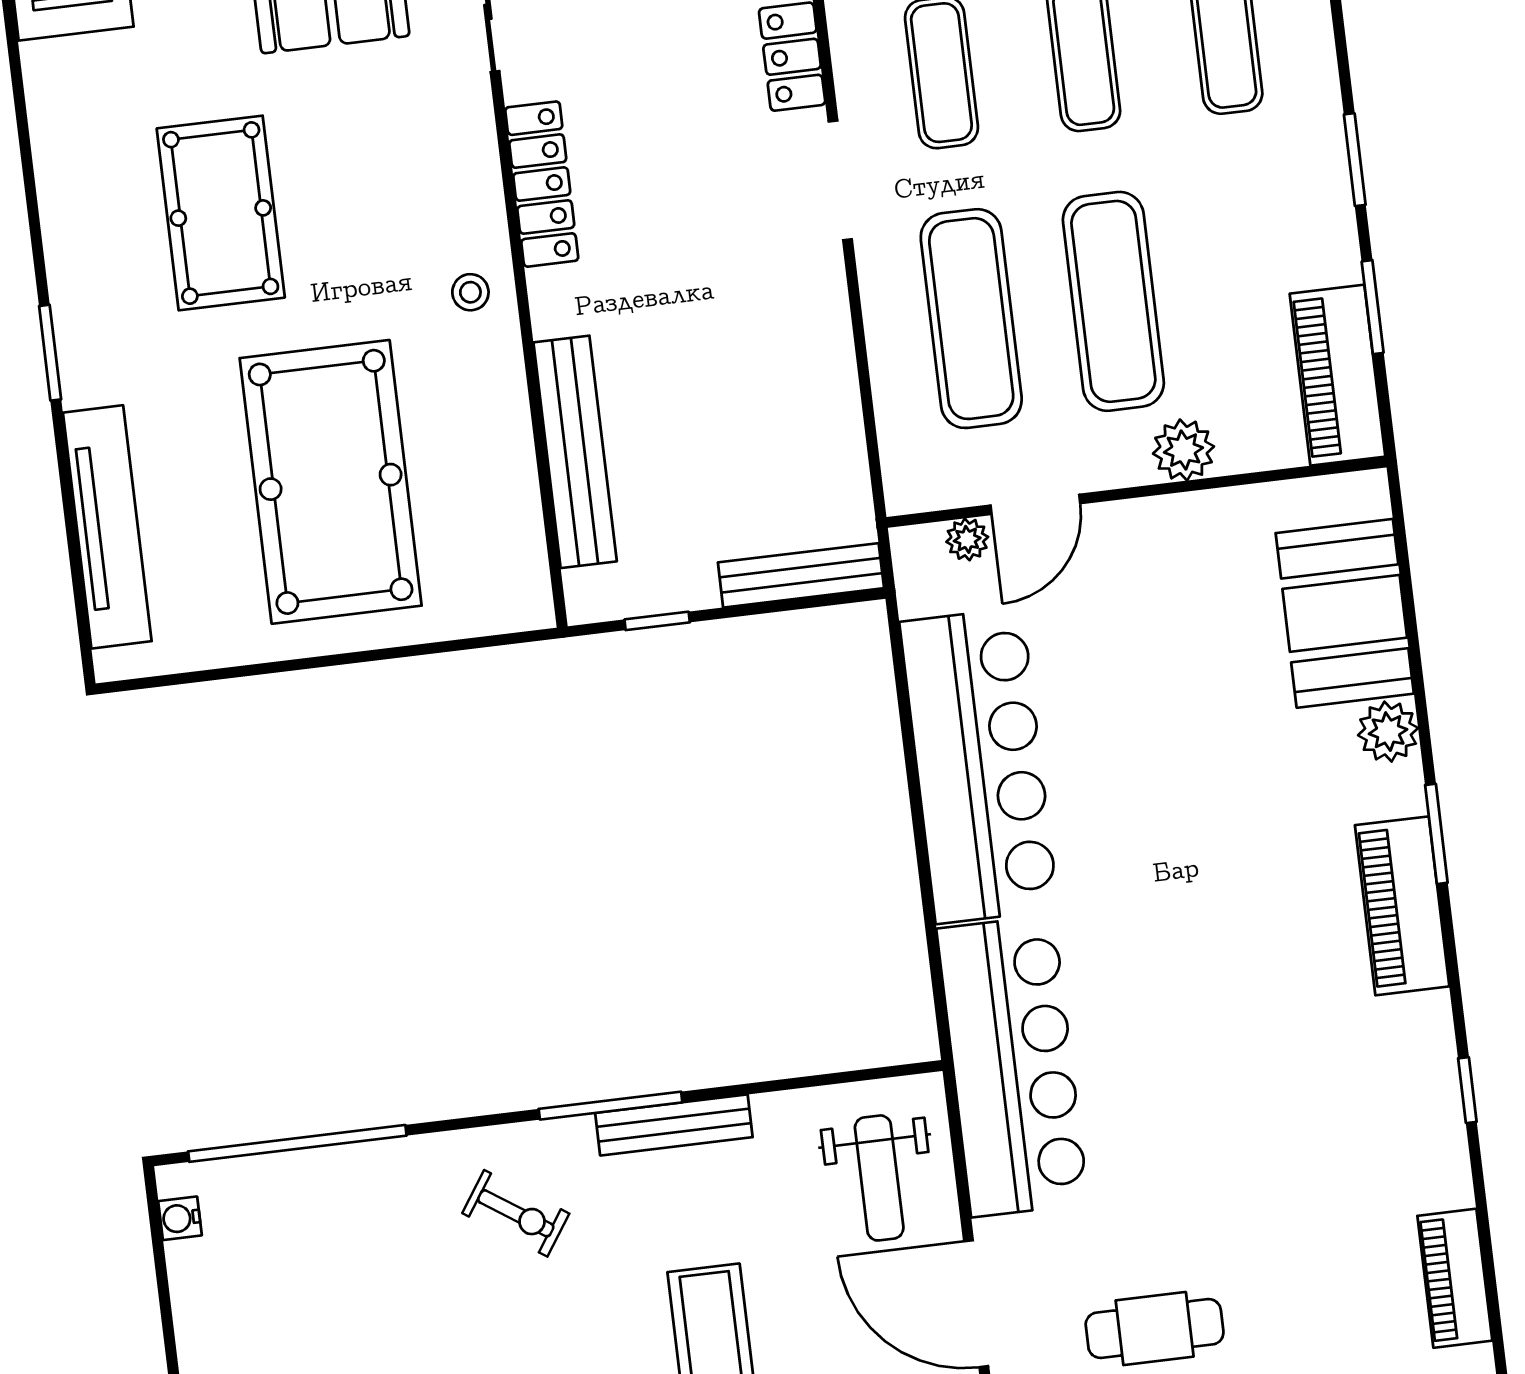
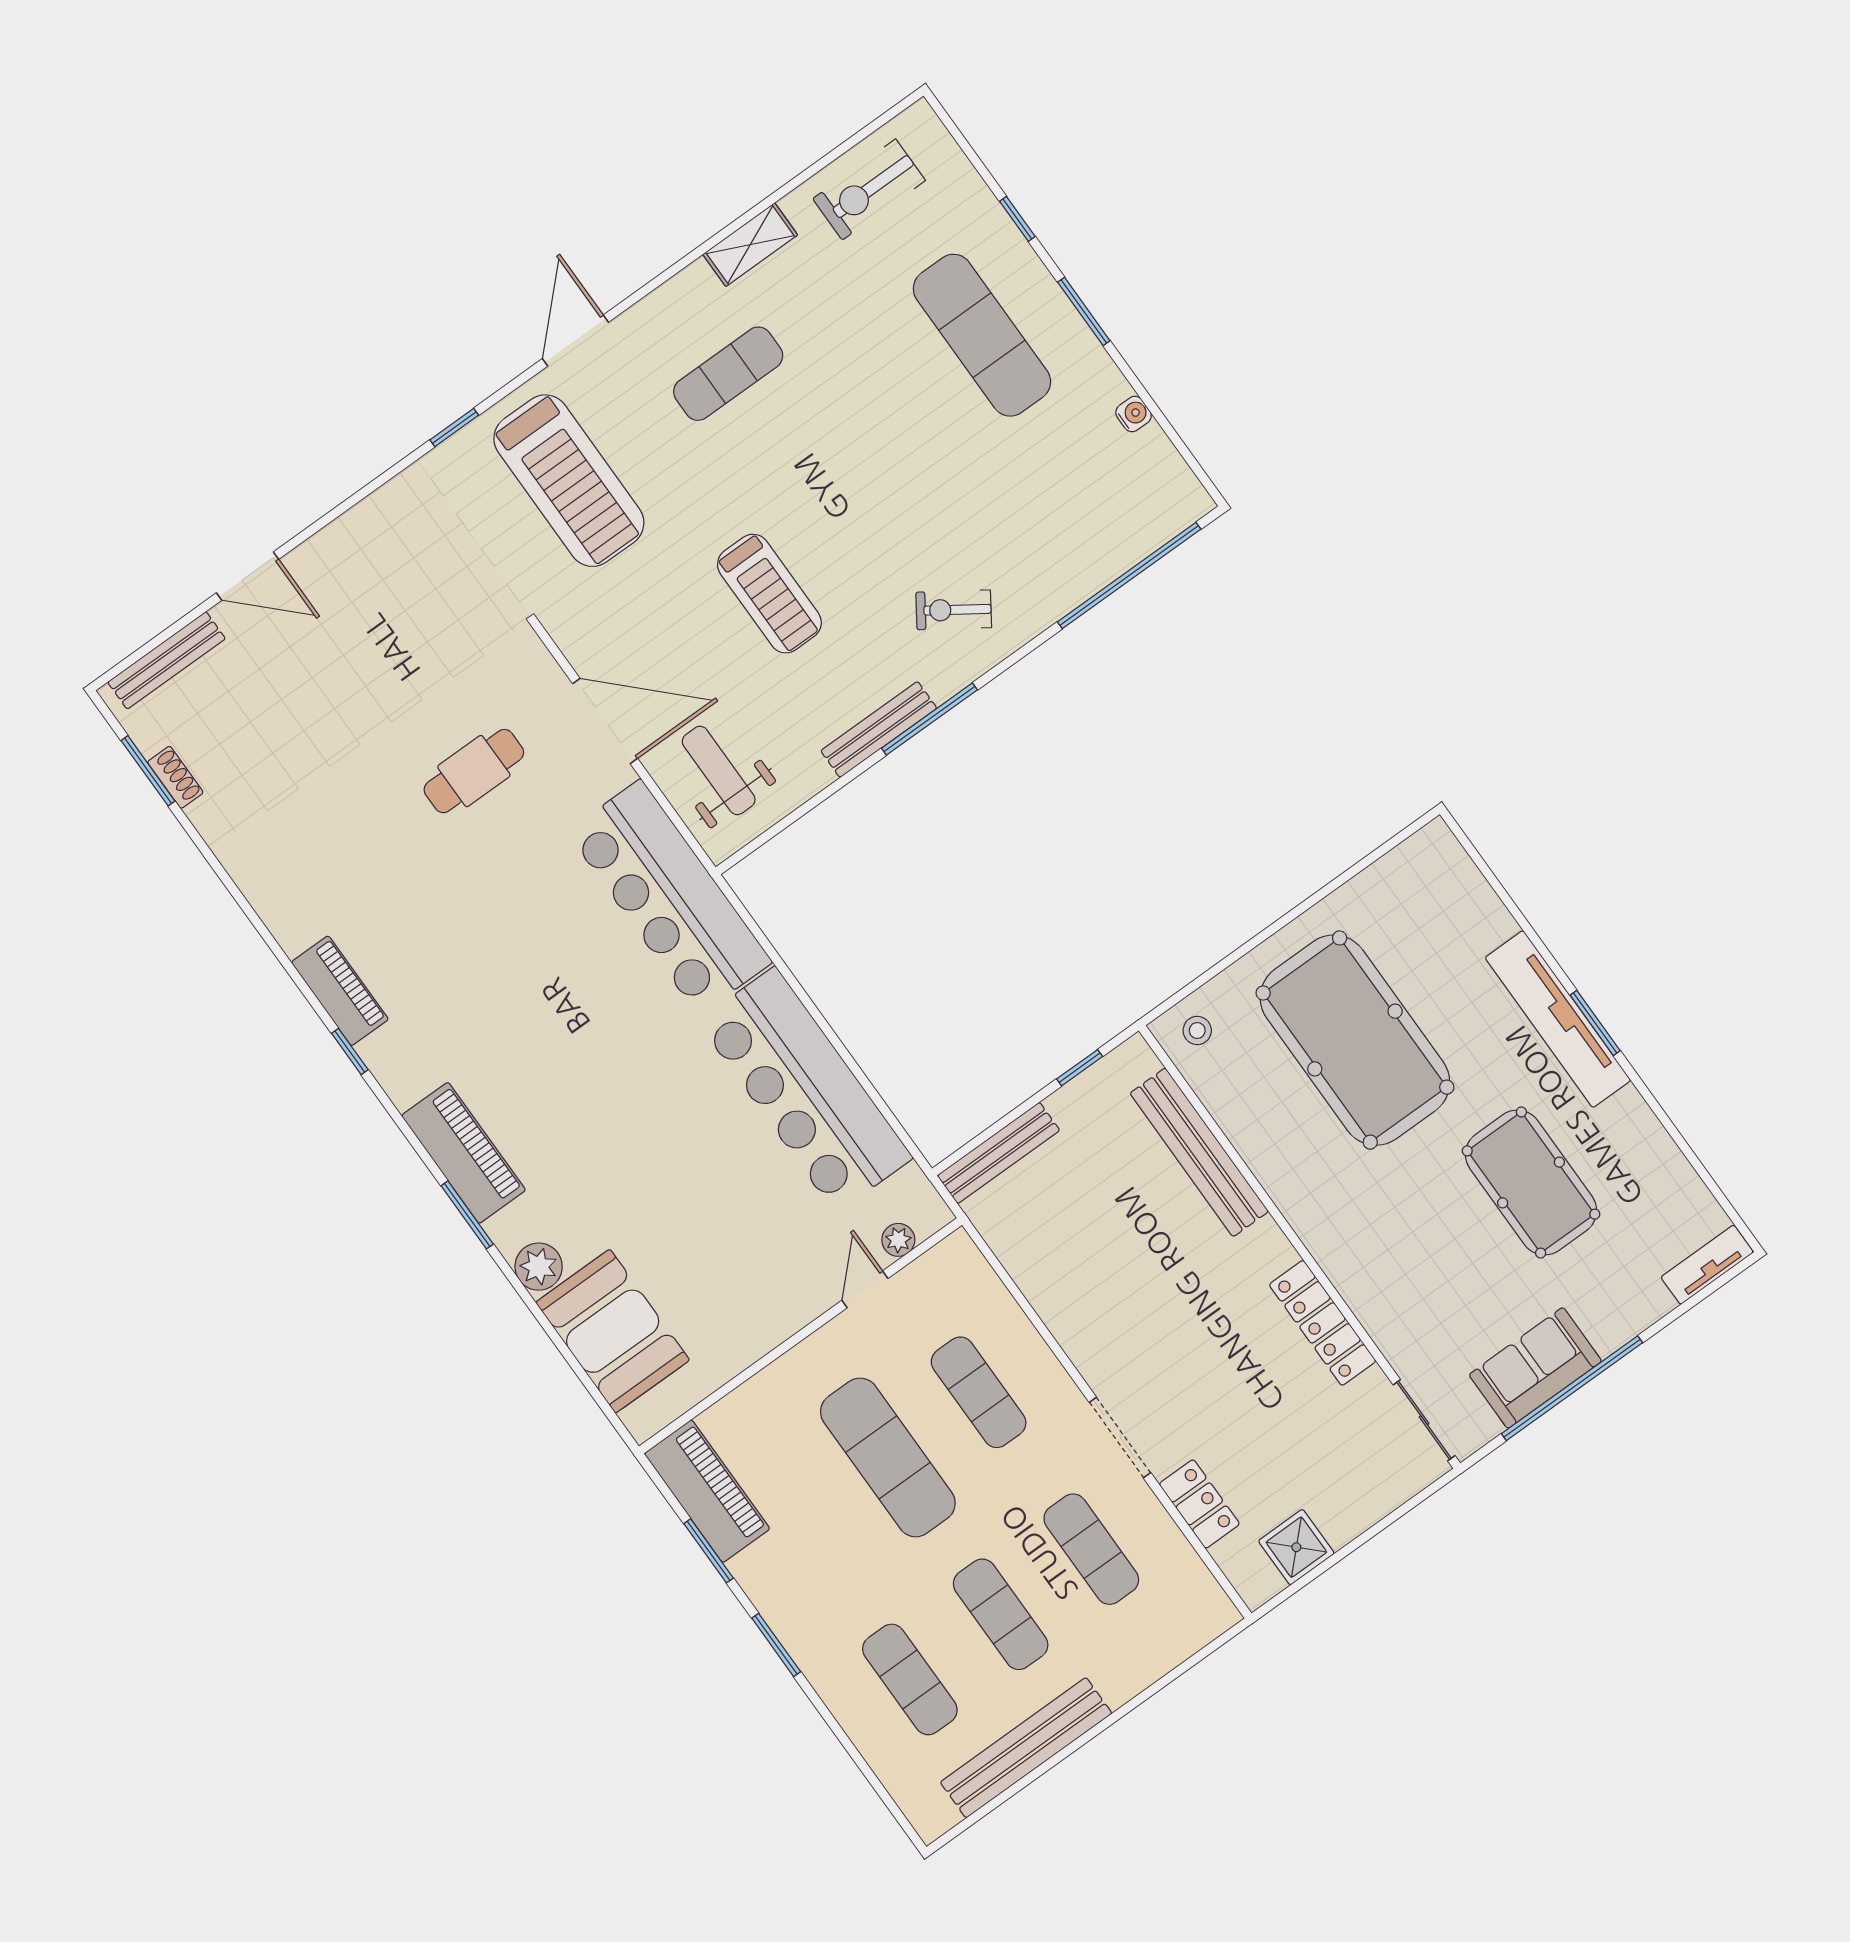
stool: (470, 292) -> (1197, 1031), moved
exercise mat: (971, 319) -> (979, 1392), width x0.73, depth x0.69
plant: (1183, 450) -> (784, 1382), removed
door: (1035, 504) -> (865, 1289), width x0.73
tv unit: (107, 527) -> (1558, 1019), moved
water cooler: (180, 1218) -> (1134, 414), moved
piano: (1455, 1278) -> (340, 991), moved

